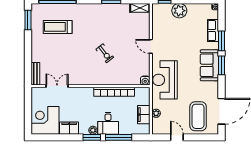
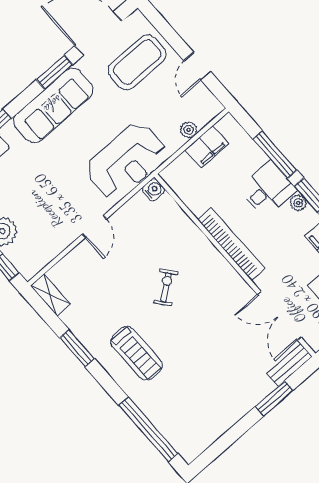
window: (28, 20) -> (274, 398), moved
treadmill: (58, 27) -> (136, 353), moved
sofa: (209, 65) -> (53, 105), width x1.36
window: (221, 65) -> (54, 72), moved
double door: (57, 86) -> (279, 316), width x1.37
bookcase: (114, 92) -> (231, 244), moved

